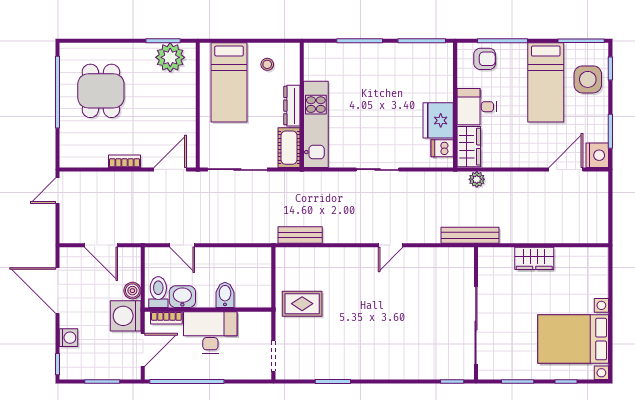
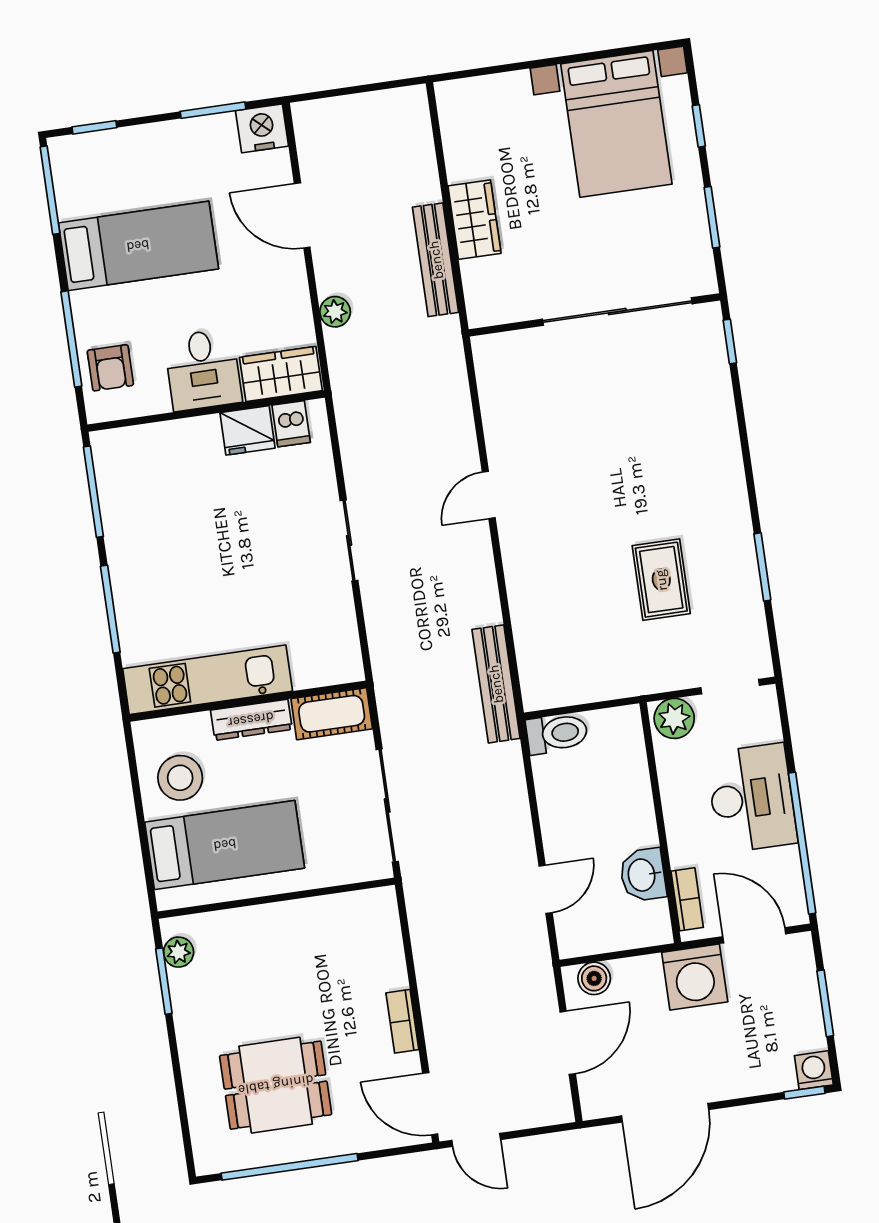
plant: (170, 57) -> (179, 952), width x0.53, depth x0.53
armchair: (485, 59) -> (110, 368), turned 180
stool: (267, 64) -> (180, 778), width x1.89, depth x1.89
side table: (588, 79) -> (121, 167), removed
fridge: (438, 120) -> (247, 430), width x0.73, depth x0.75
kitchen unit: (316, 124) -> (208, 680), moved
door: (170, 170) -> (430, 1104), moved
door: (566, 170) -> (302, 215), moved
plant: (477, 179) -> (335, 312), moved
bench: (300, 235) -> (496, 684), width x1.36
bench: (470, 235) -> (436, 260), moved
door: (391, 245) -> (489, 495), swing flipped
boiler: (132, 291) -> (594, 978), moved
toilet: (158, 292) -> (557, 733), moved, turned 180
bidet: (225, 295) -> (628, 795), removed
rug: (302, 304) -> (661, 580), moved
plant: (261, 325) -> (674, 718), added
desk: (210, 332) -> (752, 798), moved, turned 180
washing machine: (68, 338) -> (814, 1070), moved

